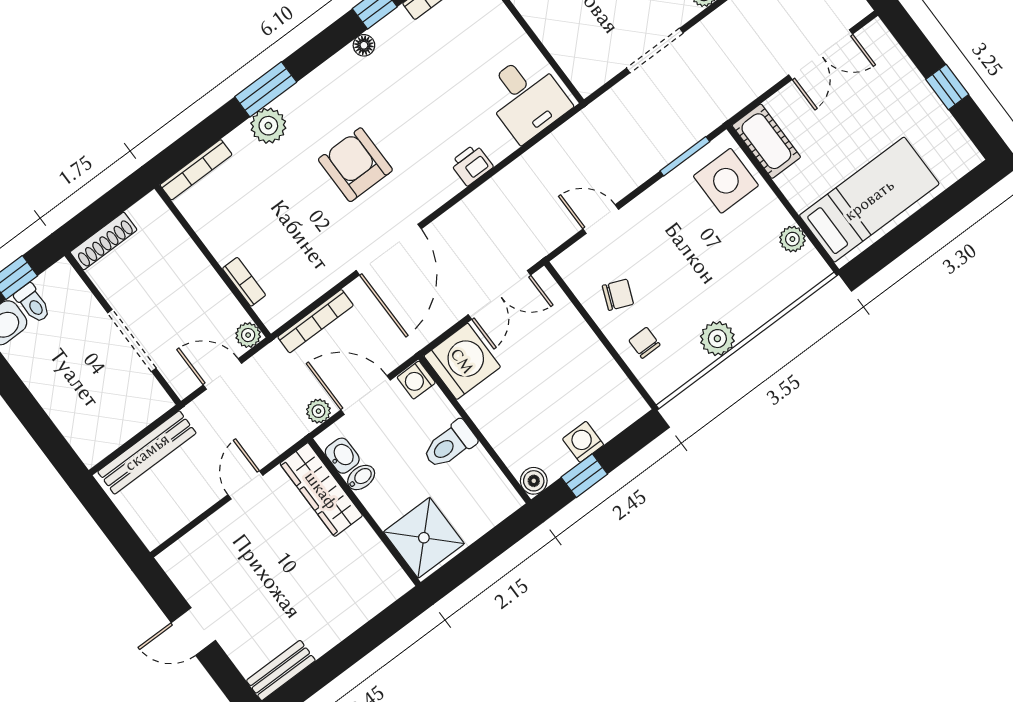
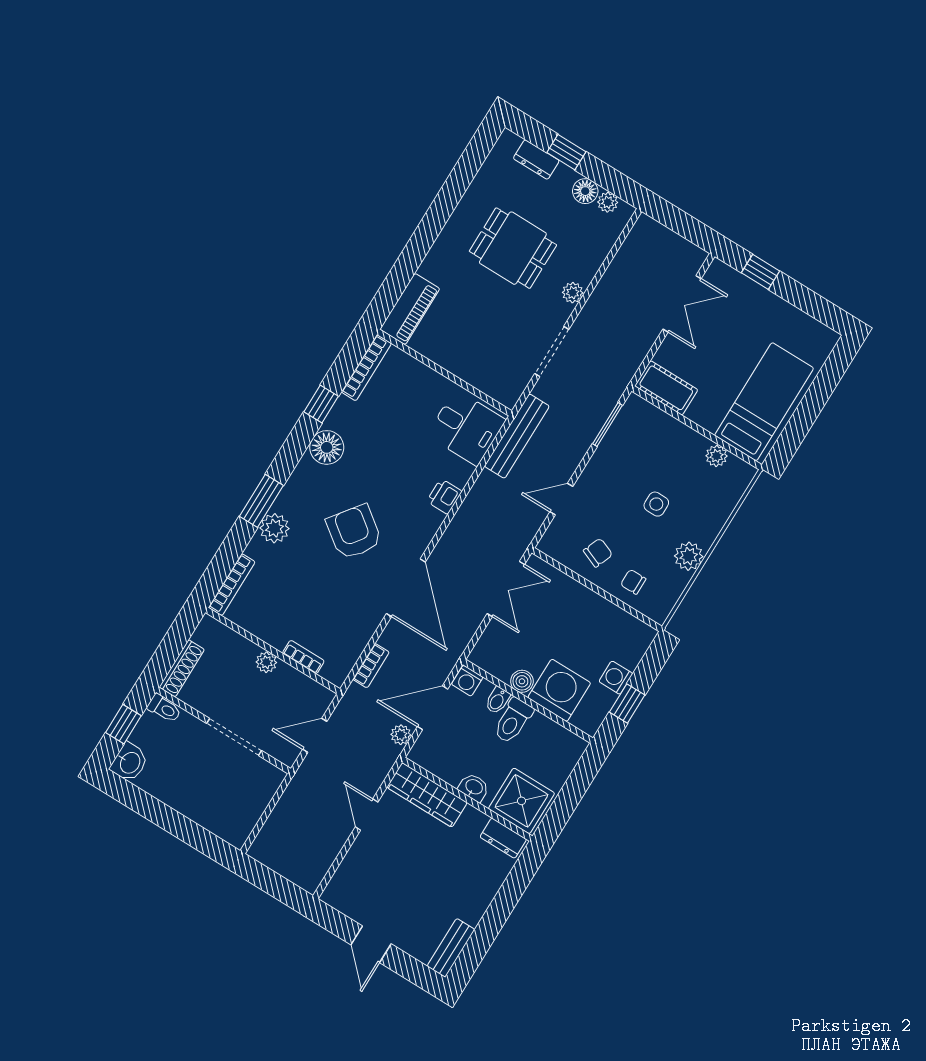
floor lamp: (364, 45) -> (327, 447), width x1.89, depth x1.89
window: (947, 87) -> (760, 272), moved
armchair: (355, 165) -> (354, 532), turned 37
side table: (726, 181) -> (656, 504), moved, width x0.54, depth x0.54
toilet: (33, 303) -> (164, 708), moved
bookcase: (316, 321) -> (371, 666), width x0.64
plant: (248, 335) -> (266, 662), moved
washing machine: (462, 361) -> (559, 690), moved
bench: (147, 452) -> (517, 436), moved
washbasin: (342, 456) -> (474, 787), moved
bidet: (361, 477) -> (498, 700), moved, turned 180
boiler: (534, 481) -> (522, 681), moved
dresser: (387, 571) -> (503, 838), added
door: (193, 631) -> (371, 944), hinge flipped

